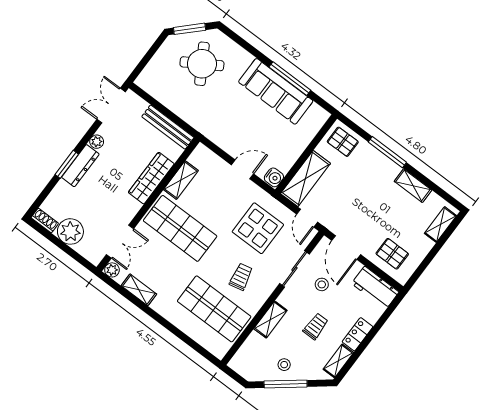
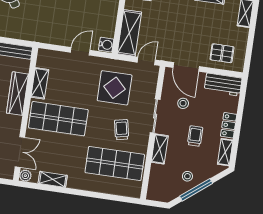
door: (307, 218) -> (146, 61), swing flipped
sliding door: (294, 269) -> (155, 116), moved

